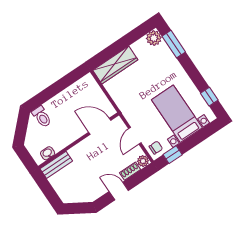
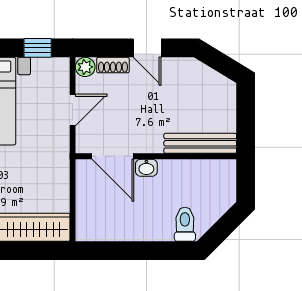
chair: (156, 148) -> (55, 74), removed
washbasin: (48, 153) -> (146, 168), moved
bench: (56, 165) -> (200, 143), width x1.36

